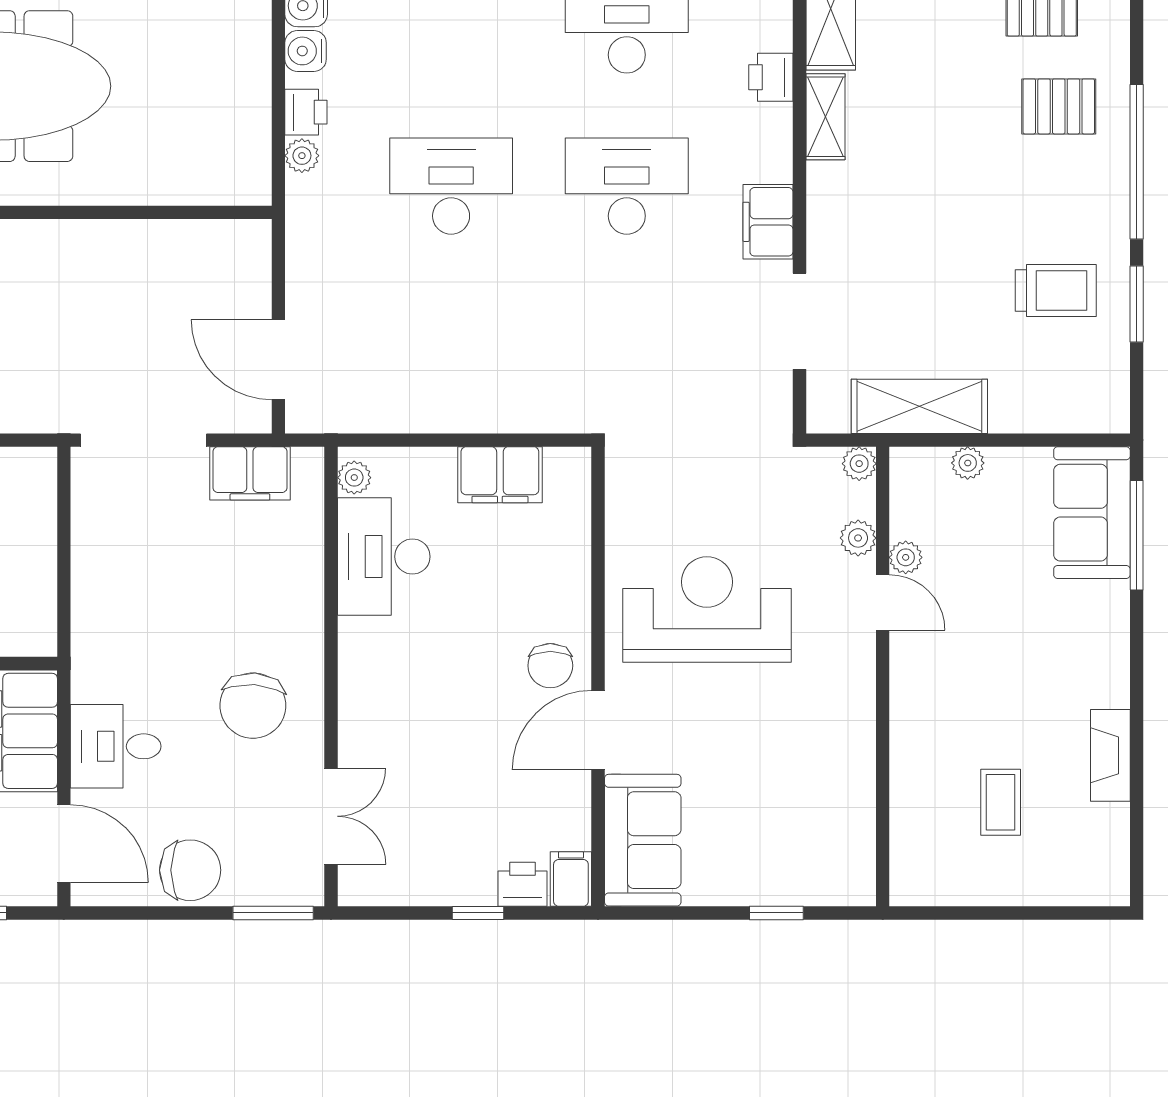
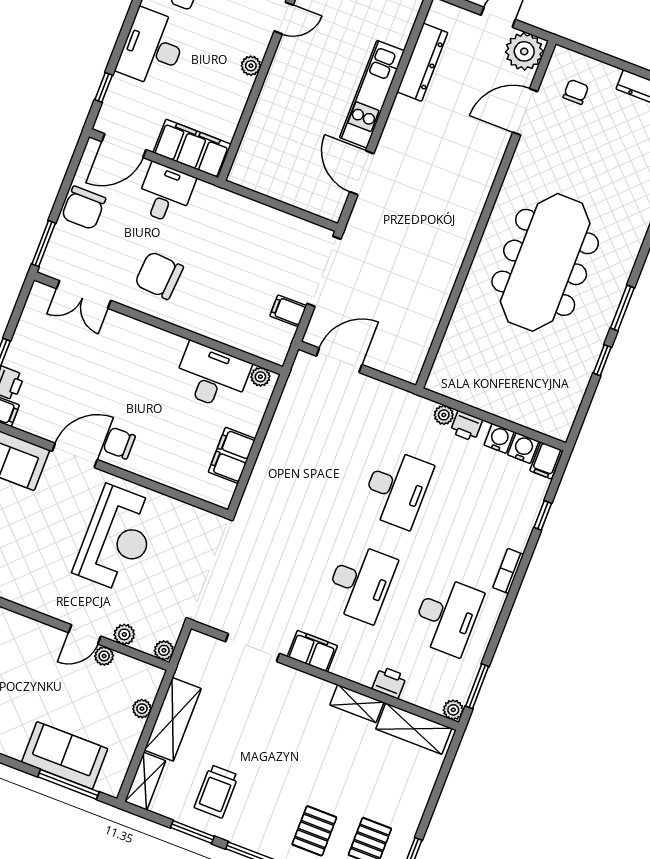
shelving: (919, 406) -> (173, 719), moved
shelving: (1084, 413) -> (145, 781), added
filing cabinet: (250, 473) -> (288, 311), width x0.50
sofa: (1092, 513) -> (65, 755), moved
door: (598, 730) -> (75, 455), hinge flipped

